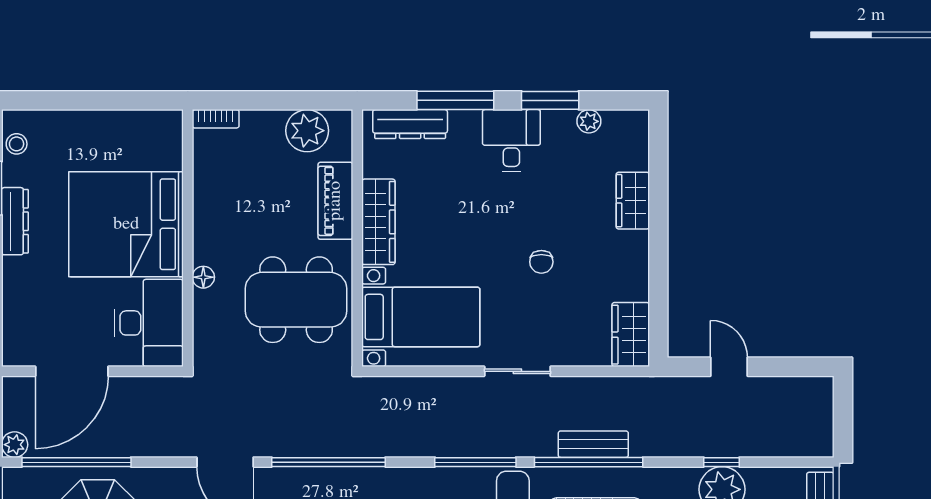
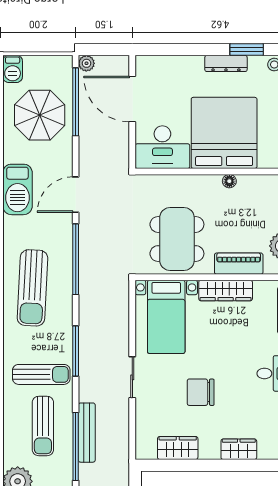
chair: (541, 262) -> (201, 392), width x1.87, depth x1.87
floor lamp: (203, 277) -> (229, 181), moved
wardrobe: (631, 335) -> (178, 448), moved
bench: (593, 444) -> (87, 433), width x1.36
window: (589, 462) -> (76, 447), moved

